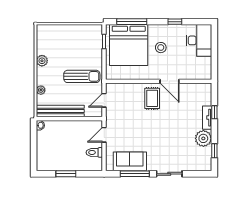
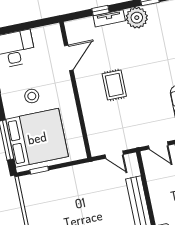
sun lounger: (82, 76) -> (90, 189), removed
door: (170, 81) -> (69, 58), moved
rug: (152, 98) -> (114, 85), moved, turned 90

